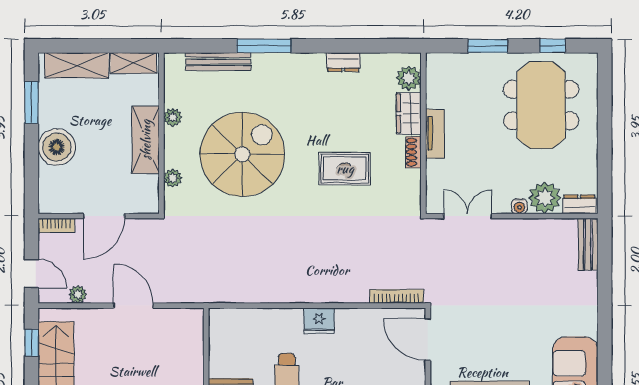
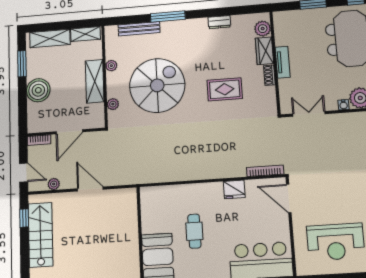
fridge: (319, 321) -> (234, 189), moved

